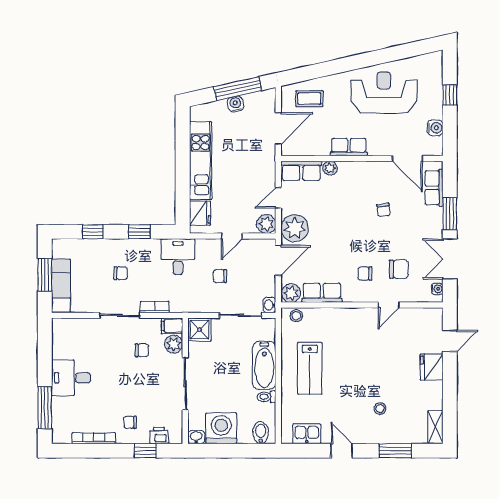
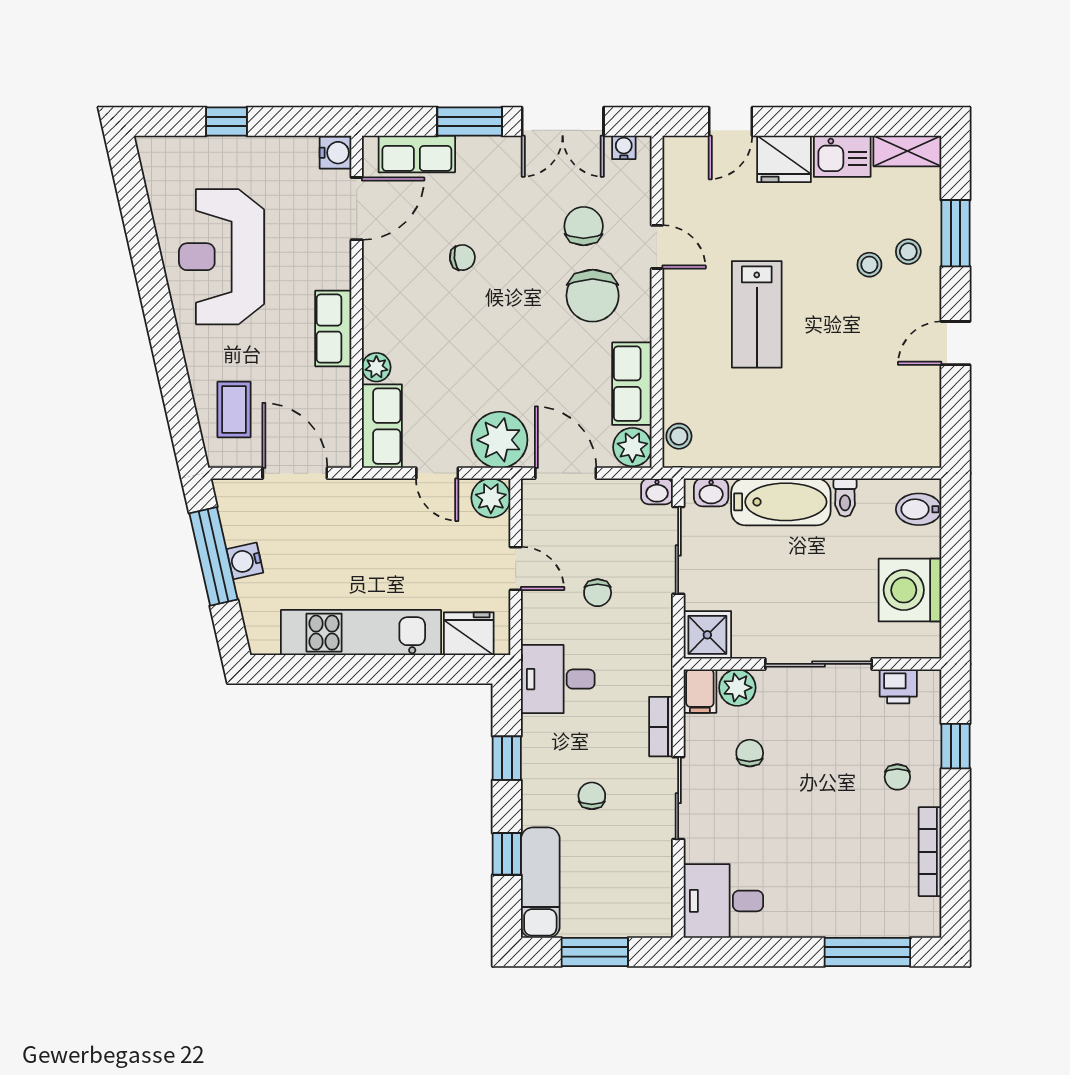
water cooler: (435, 128) -> (335, 153), moved, turned 90
chair: (365, 274) -> (593, 296), width x1.87, depth x1.87
exam couch: (61, 286) -> (540, 883), moved, turned 90
door: (450, 341) -> (730, 122), swing flipped
lab bench: (310, 368) -> (757, 314), moved, turned 90
desk: (71, 378) -> (723, 901), moved, turned 90
stool: (386, 428) -> (908, 252), added
kitchen sink: (307, 434) -> (842, 156), moved, turned -90
printer: (159, 435) -> (898, 686), moved, turned -90
washbasin: (196, 437) -> (711, 492), moved, turned -90

